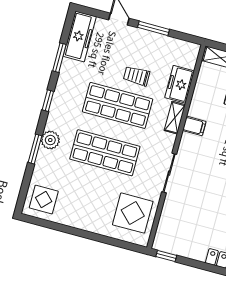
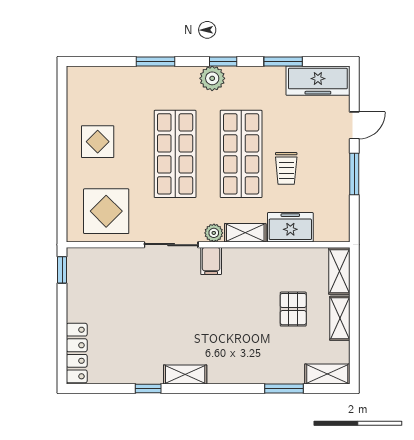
trolley: (137, 76) -> (286, 168), turned 180
filing cabinet: (194, 126) -> (211, 261), moved
plant: (50, 140) -> (212, 78), moved
plant: (169, 140) -> (214, 233), added
display table: (44, 199) -> (98, 142), moved

